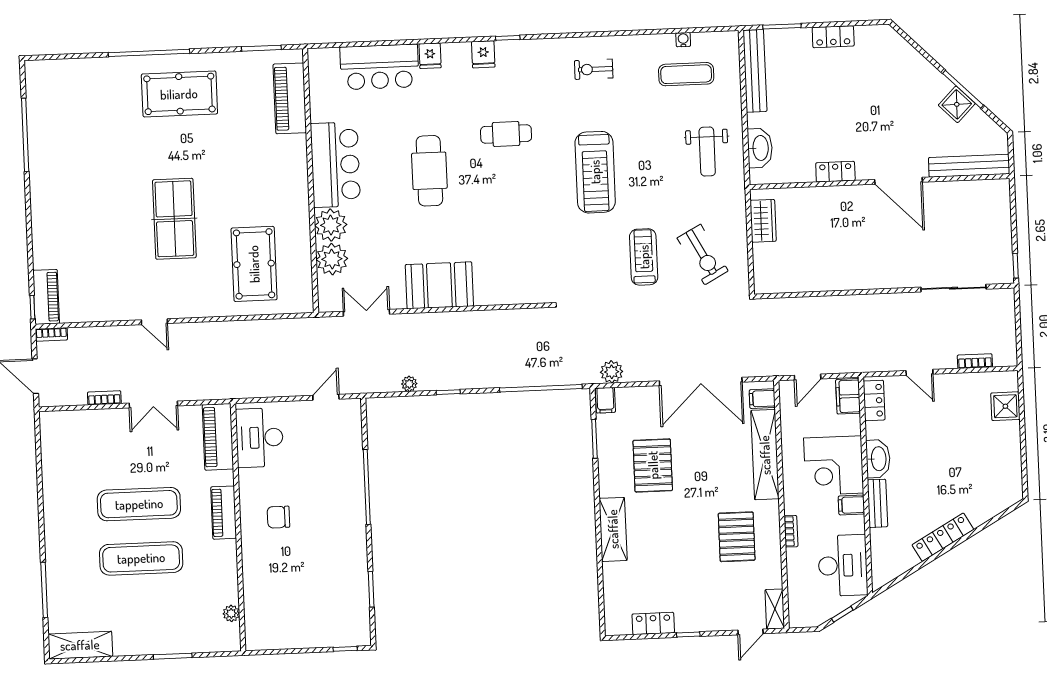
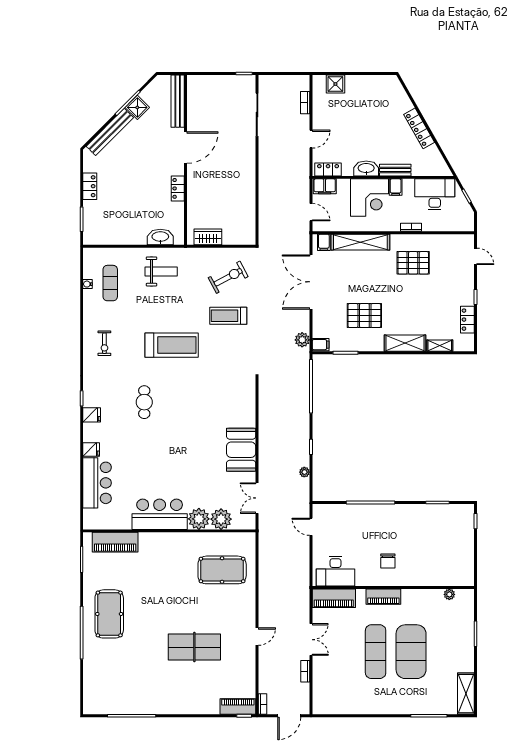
bench: (755, 71) -> (110, 132), moved, turned -45
cafe table: (429, 171) -> (166, 453), removed
table tennis table: (174, 219) -> (194, 647), moved
double door: (701, 382) -> (311, 282), swing flipped
exercise mat: (141, 558) -> (411, 652), width x1.47
shelving: (775, 609) -> (440, 346), moved

